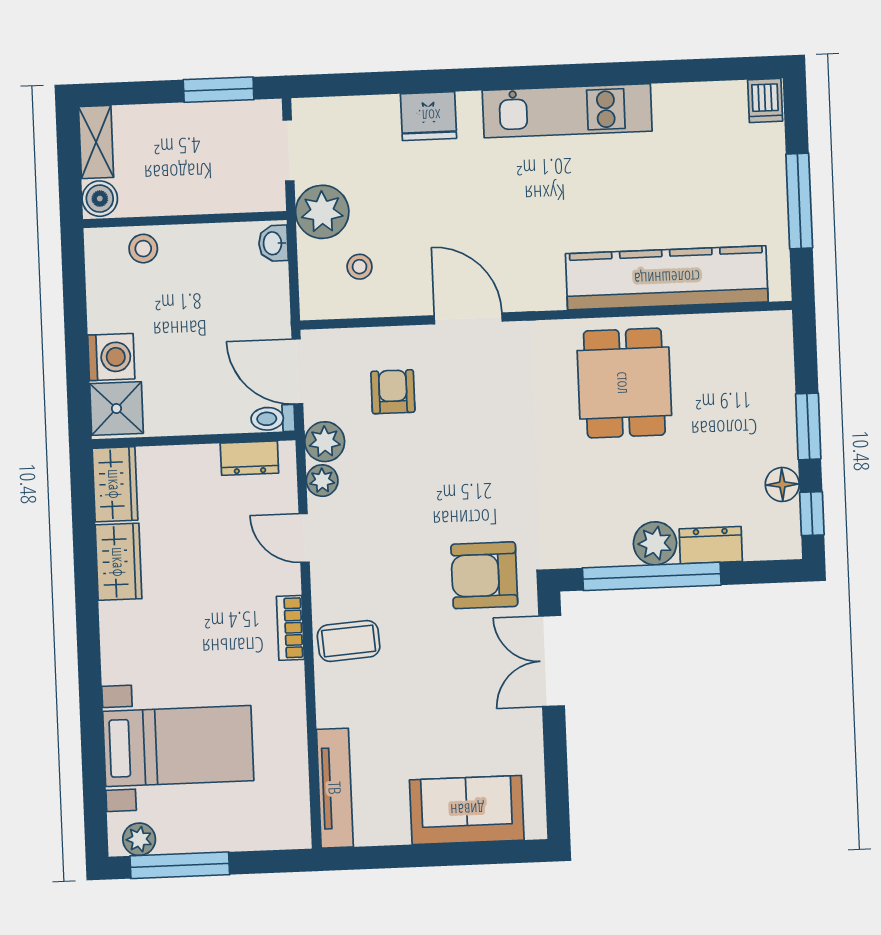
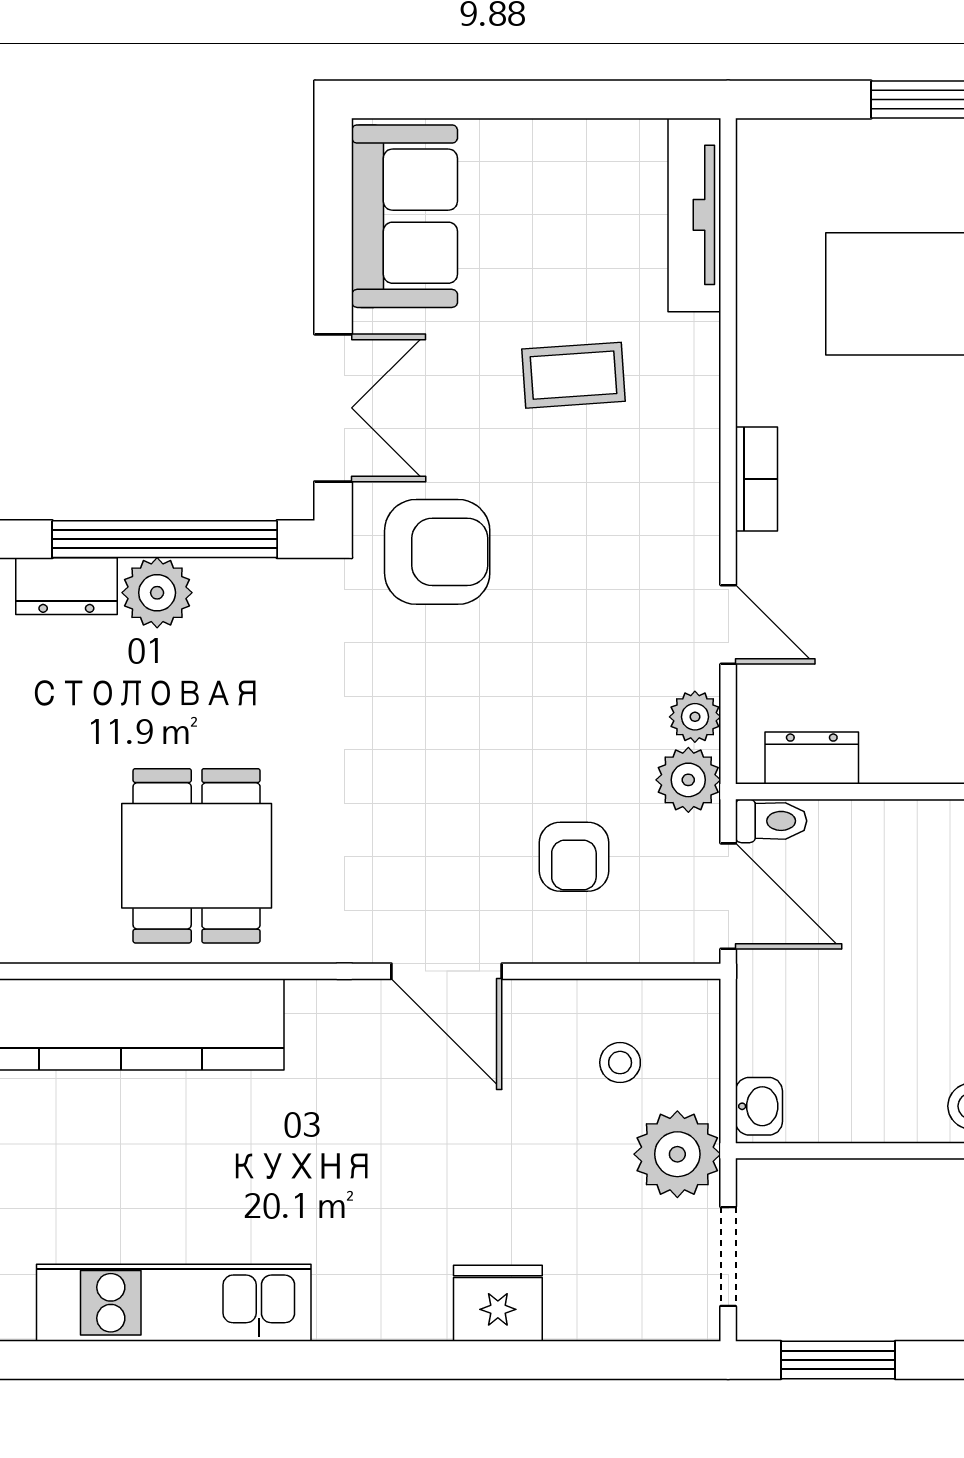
kitchen unit: (567, 111) -> (174, 1303), moved
coffee table: (349, 641) -> (573, 375), moved
sofa: (467, 810) -> (405, 216), moved, turned -90

